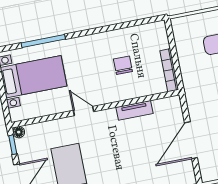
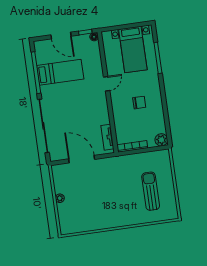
plant: (158, 30) -> (161, 140), added
chair: (123, 65) -> (139, 103), moved
tv unit: (134, 110) -> (107, 137), moved

